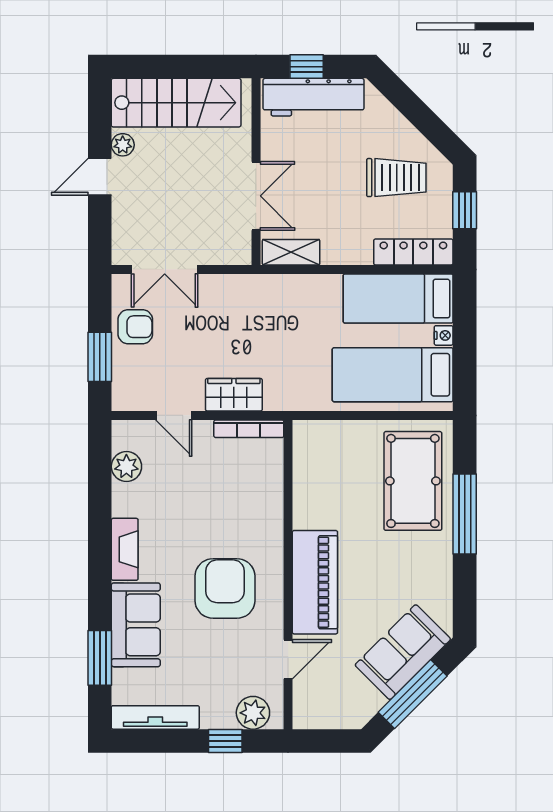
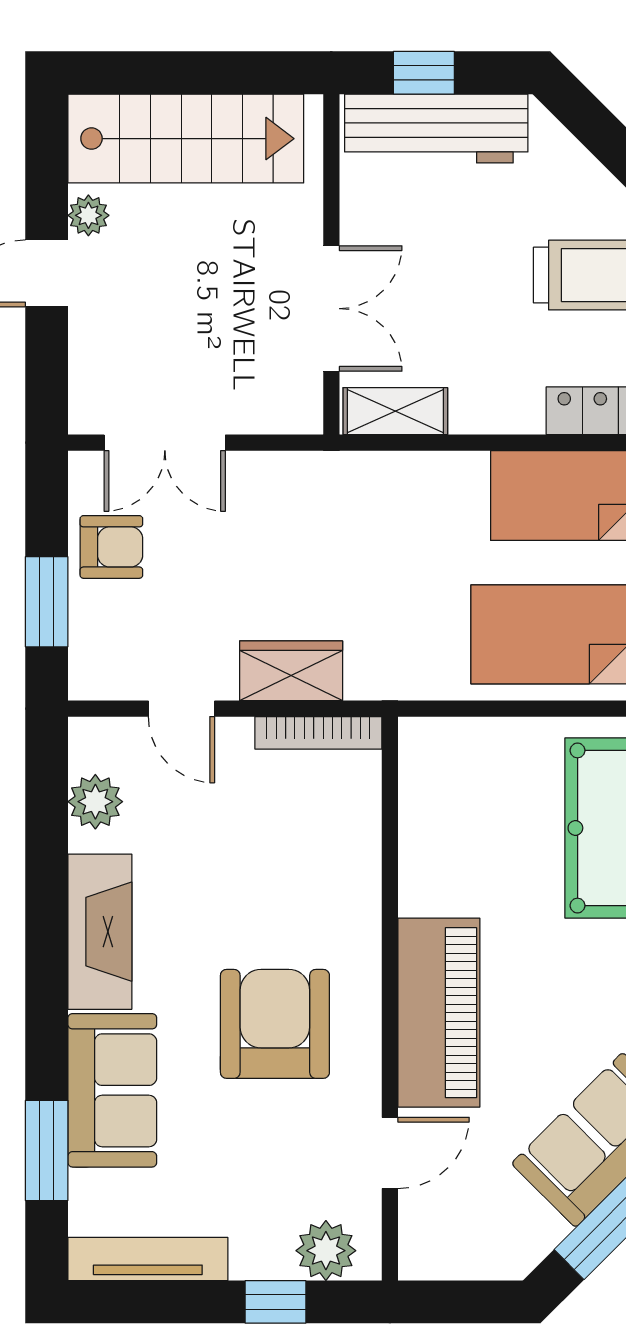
fireplace: (125, 549) -> (100, 932), width x1.37, depth x1.32

